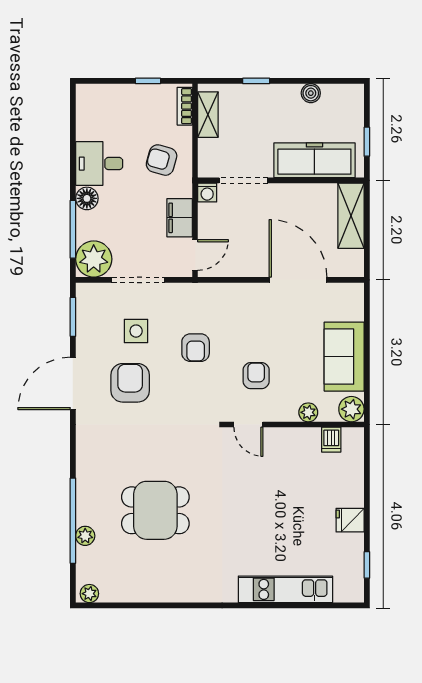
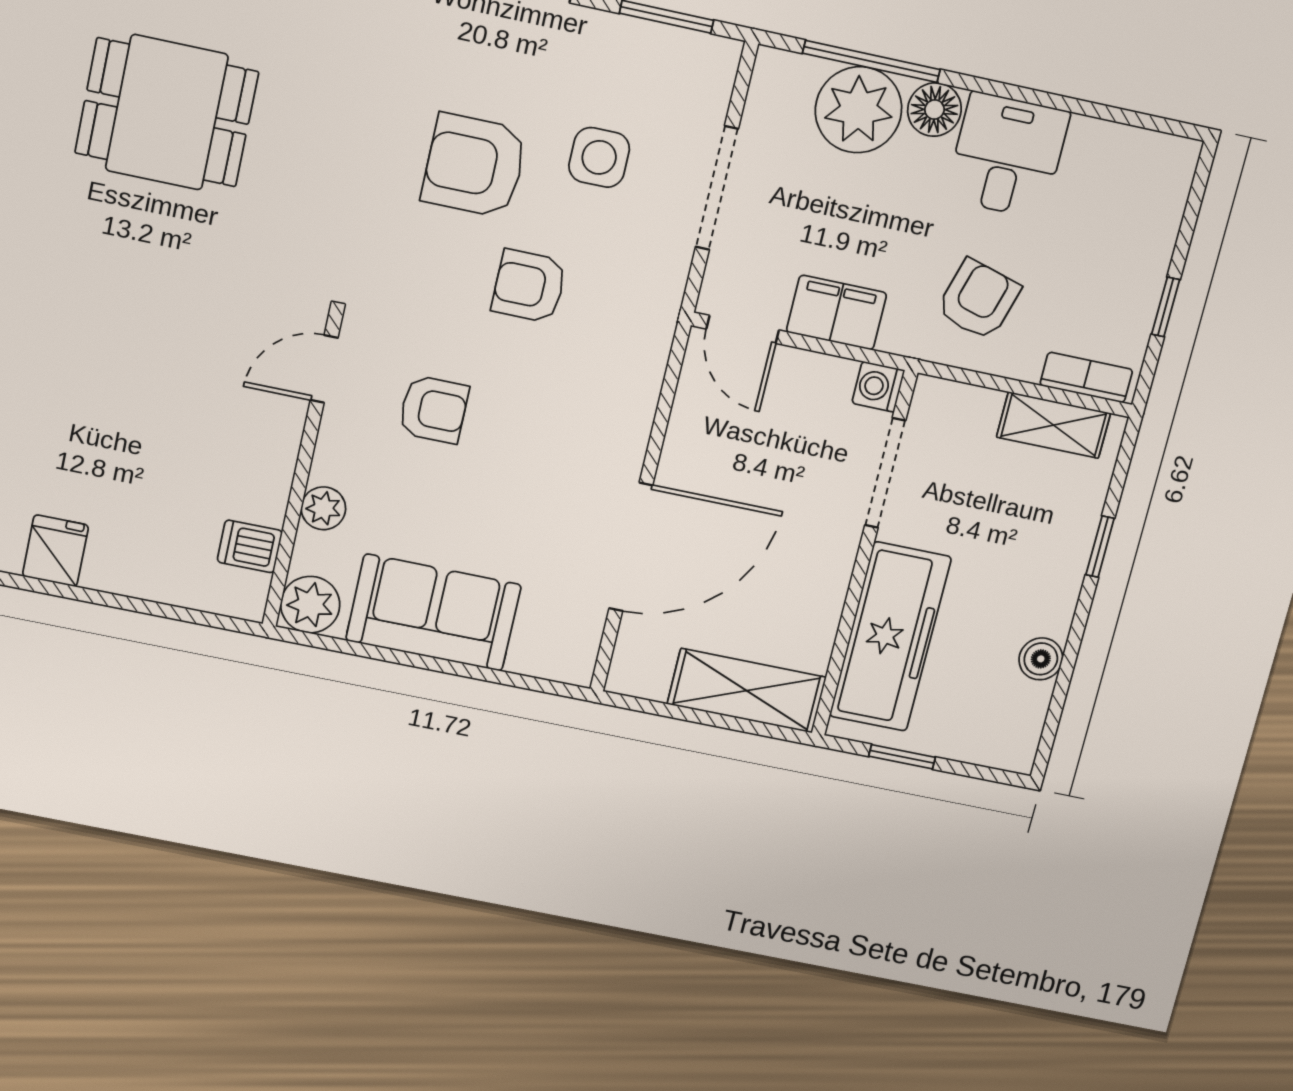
plant: (94, 259) -> (858, 110), moved
armchair: (130, 383) -> (474, 166), moved, turned 180
dining table: (155, 510) -> (167, 112), turned 90

